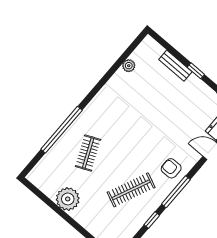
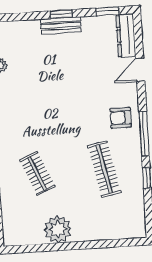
bench: (175, 66) -> (61, 25), moved
clothes rail: (131, 190) -> (104, 169), turned -36

